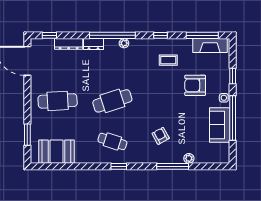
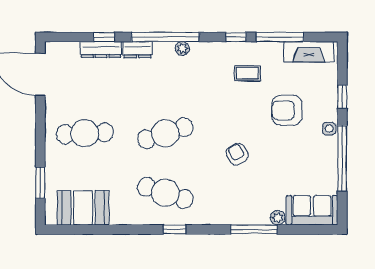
window: (49, 35) -> (104, 37), moved
window: (202, 35) -> (280, 37), moved
sofa: (220, 125) -> (312, 210), moved, turned 90
armchair: (161, 136) -> (237, 154), moved
cafe table: (112, 141) -> (165, 193), width x1.37, depth x1.35

